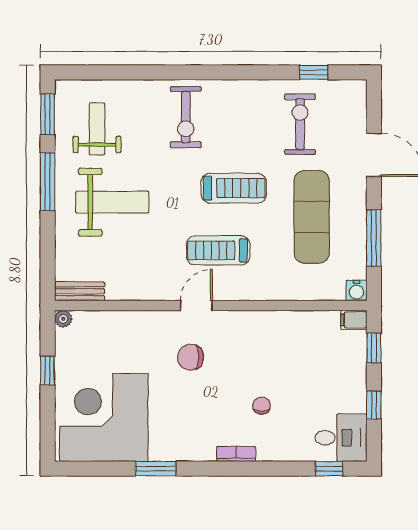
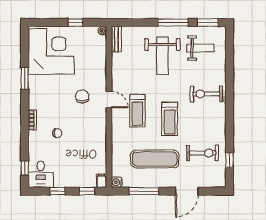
treadmill: (218, 250) -> (137, 111), turned 180

